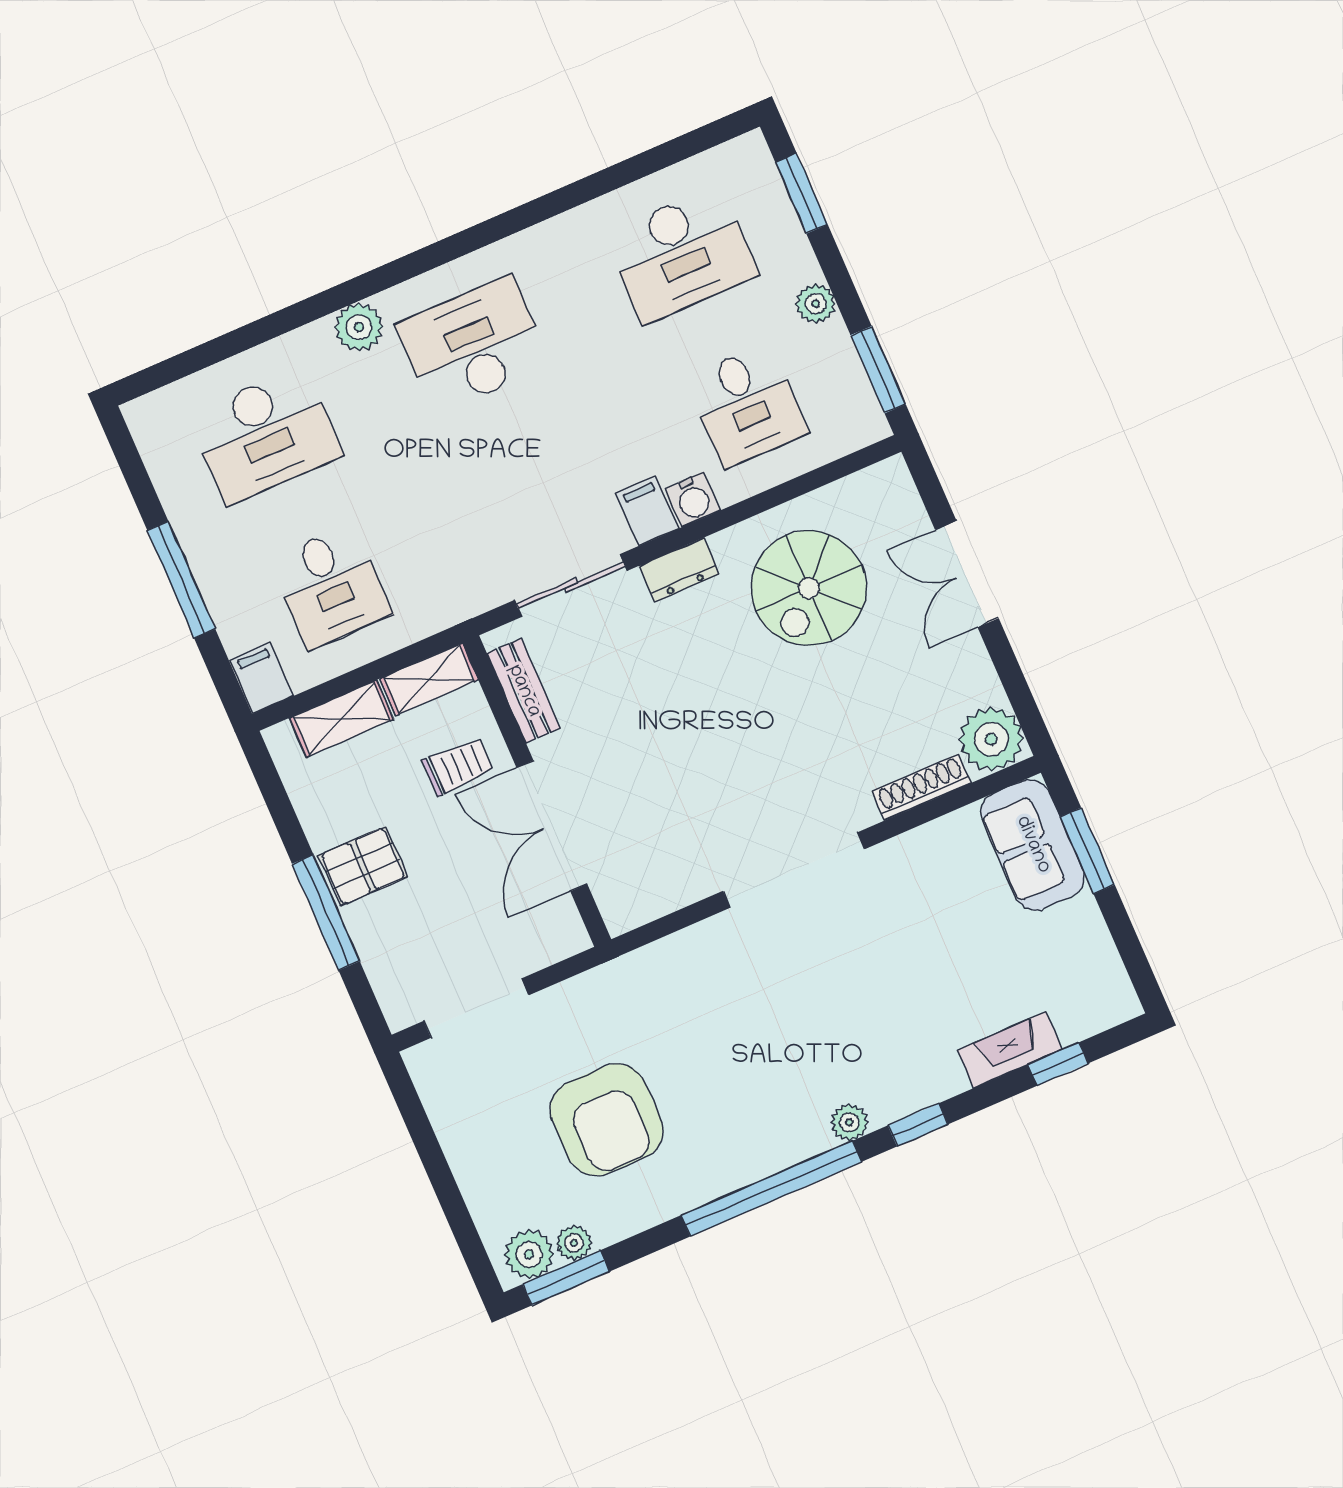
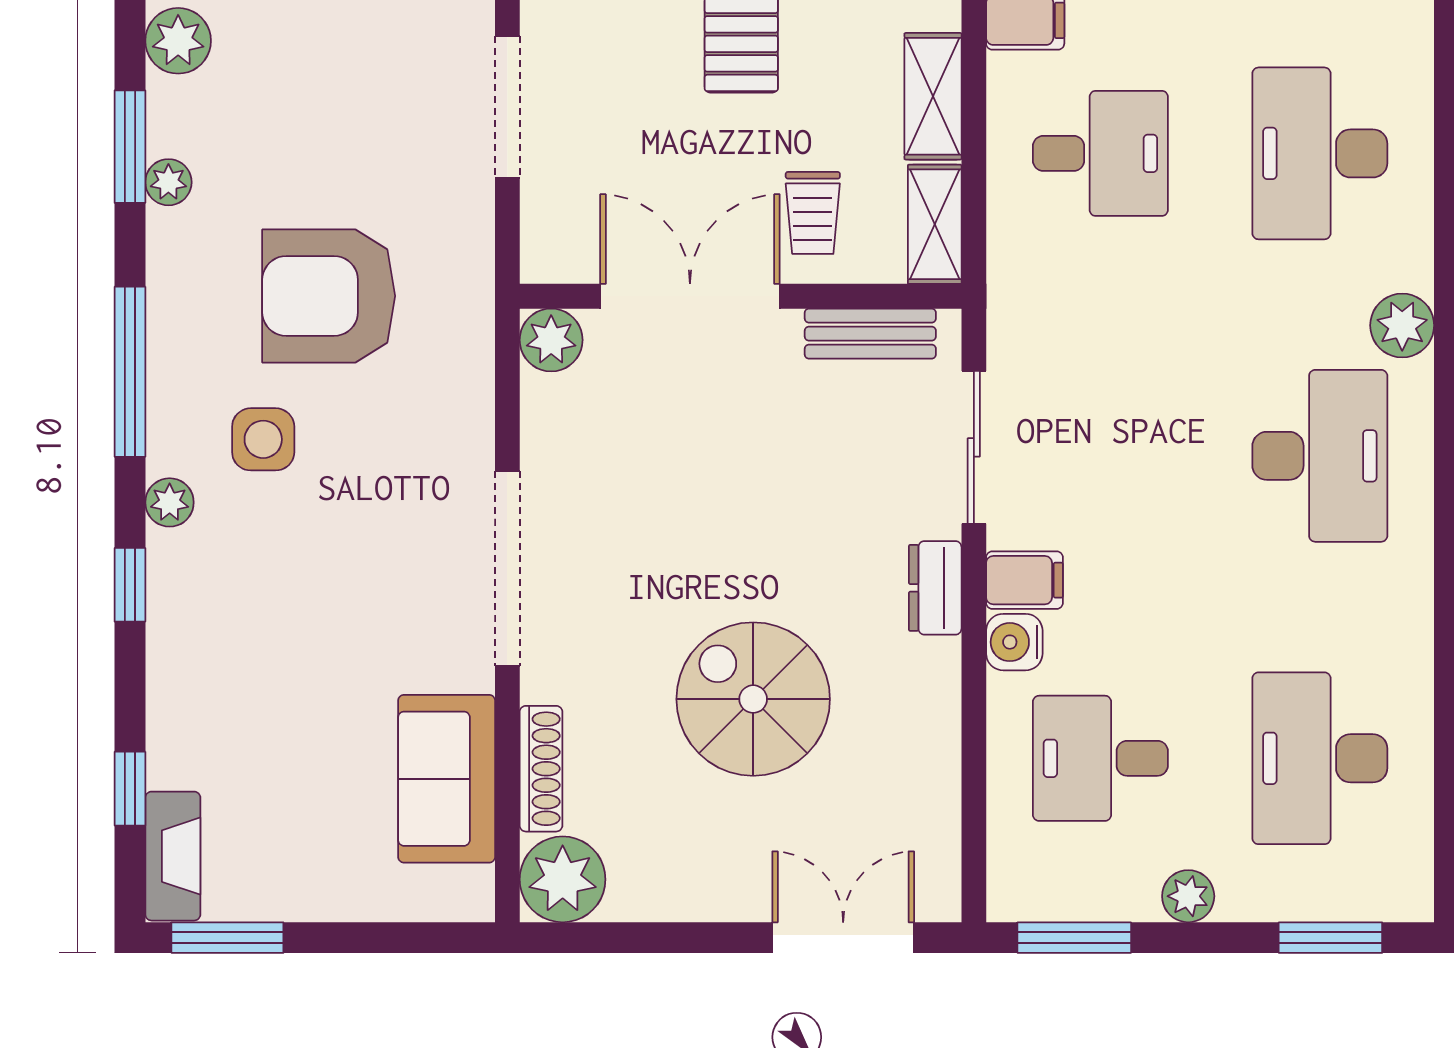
double door: (967, 574) -> (843, 938), moved
desk: (331, 586) -> (1100, 153), turned 180
spiral stairs: (809, 588) -> (753, 699), moved
sofa: (1033, 845) -> (447, 779), moved, turned -90
window: (1087, 851) -> (227, 938), moved
plant: (623, 908) -> (551, 340), added
fireplace: (1010, 1050) -> (173, 856), moved
side table: (778, 1077) -> (263, 439), added
armchair: (607, 1120) -> (329, 296), moved
window: (771, 1189) -> (130, 372), width x0.68
plant: (574, 1243) -> (168, 182), moved
window: (566, 1278) -> (130, 147), moved

